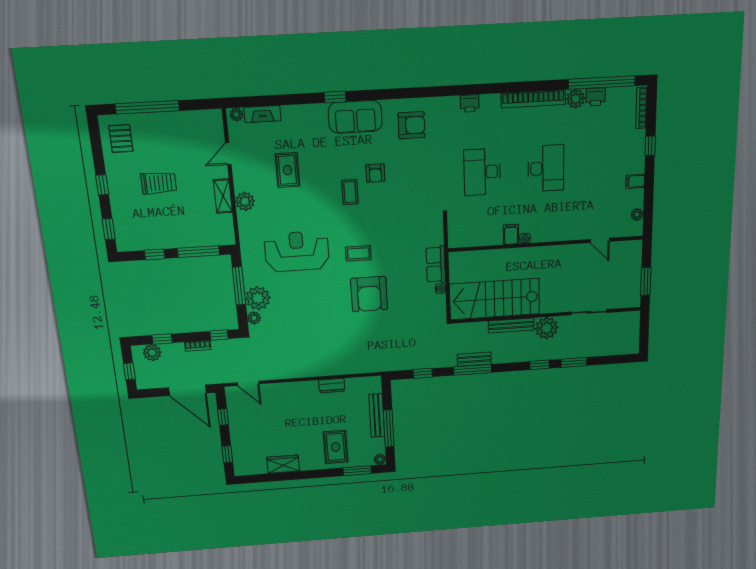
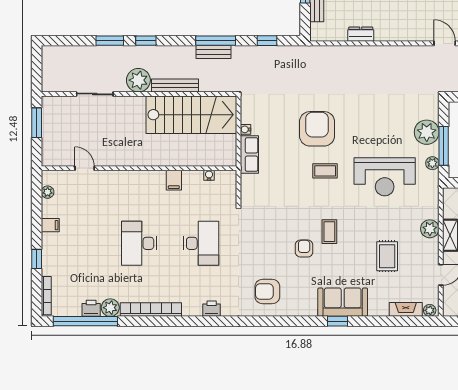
sofa: (355, 117) -> (343, 302), moved
water cooler: (525, 238) -> (209, 175), moved
plant: (254, 318) -> (432, 163), moved

